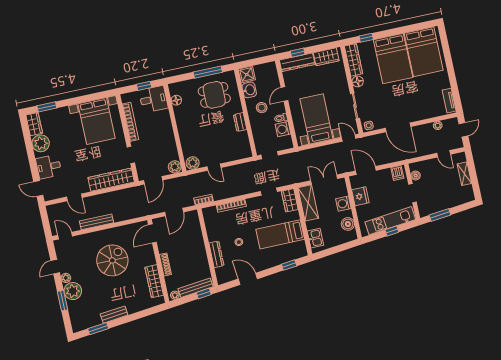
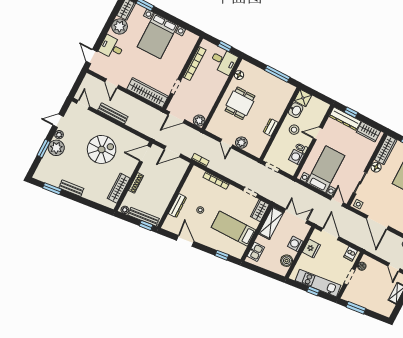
dining table: (214, 95) -> (240, 103), moved, turned 90
bed with nightstands: (97, 121) -> (157, 36), moved
plant: (193, 163) -> (241, 143), moved

